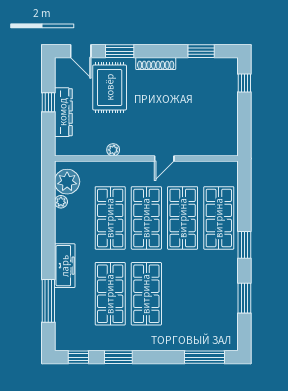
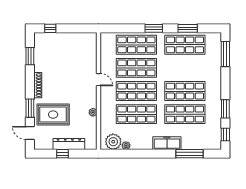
door: (81, 51) -> (30, 133), swing flipped
shop shelf: (219, 294) -> (185, 45), added

